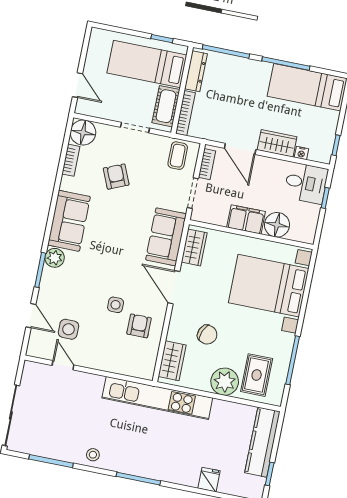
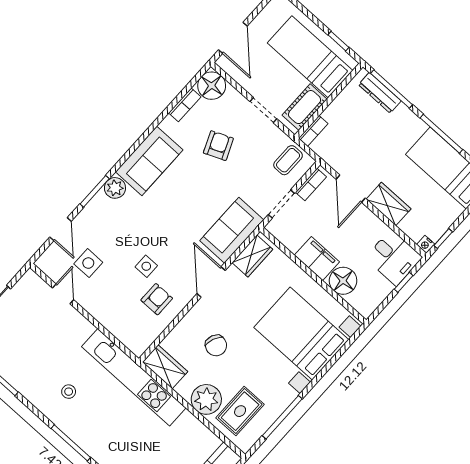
dresser: (196, 71) -> (380, 93), moved, turned 90
door: (77, 85) -> (233, 38), width x1.38
bookcase: (185, 113) -> (313, 131), width x0.64
nightstand: (301, 153) -> (426, 244), moved
wardrobe: (172, 361) -> (165, 367), moved, turned -90
stool: (93, 455) -> (69, 392), moved

